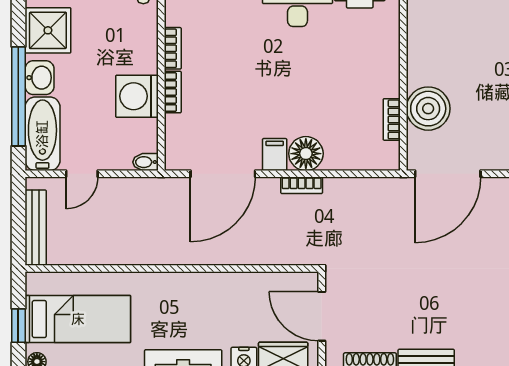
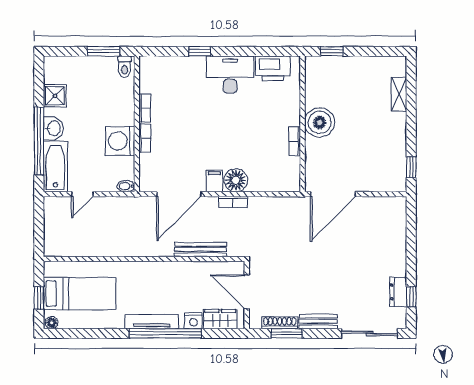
shower: (48, 30) -> (55, 96), width x0.73, depth x0.73
boiler: (428, 109) -> (320, 122), moved
bookcase: (392, 119) -> (295, 141), moved
bench: (36, 228) -> (201, 250), moved, turned 90

